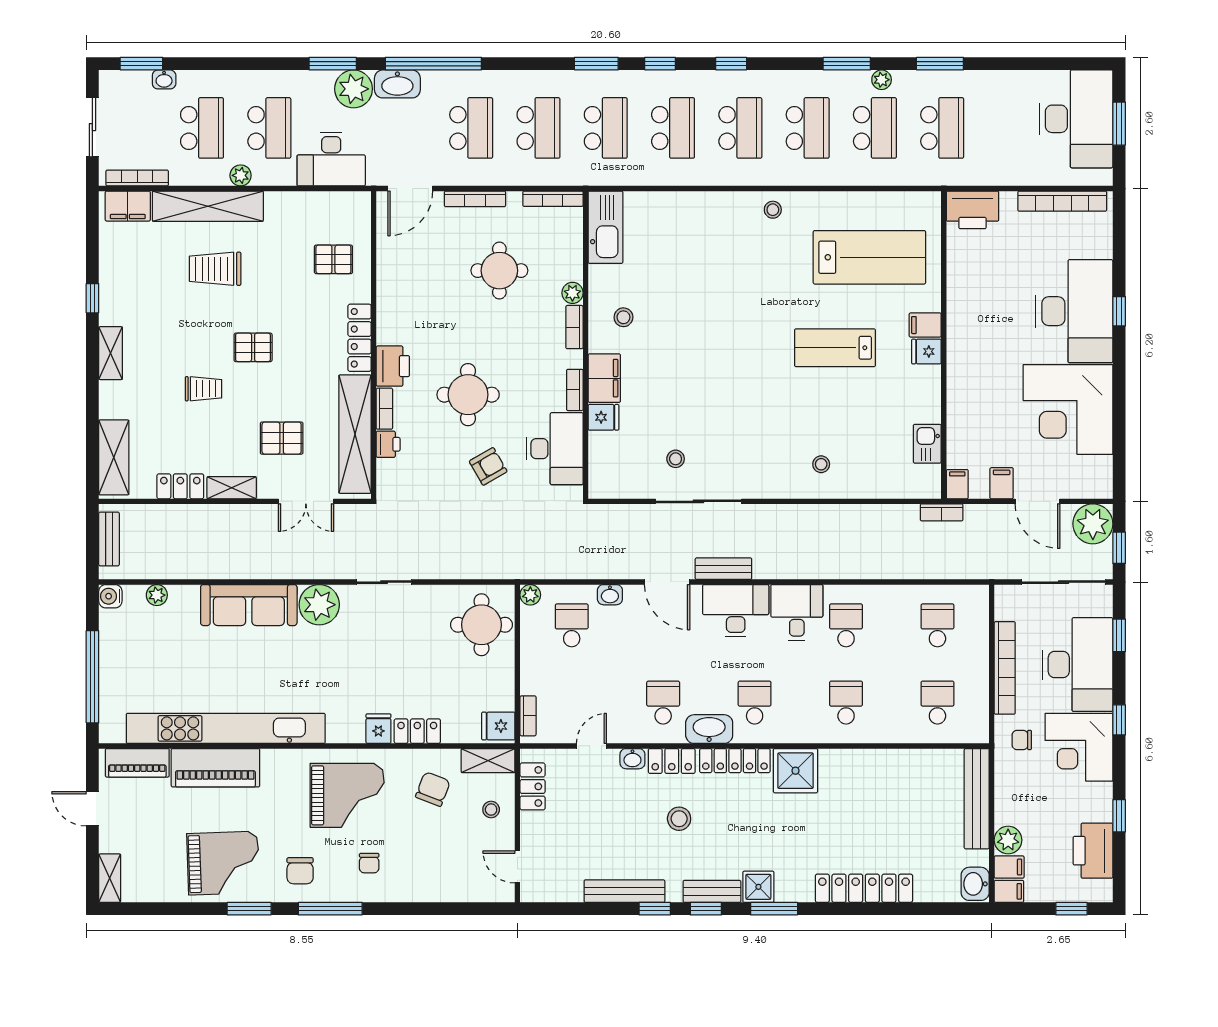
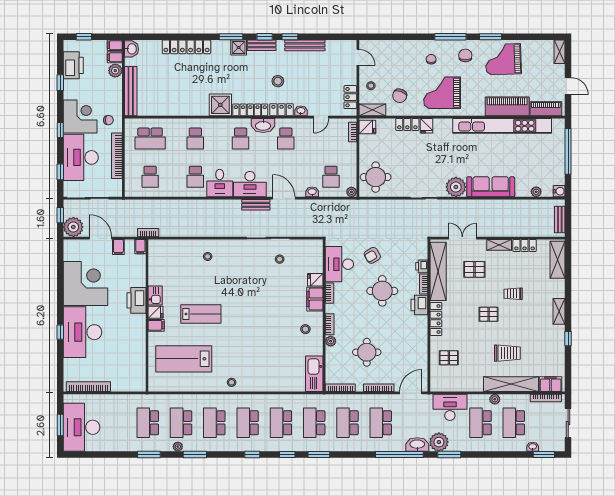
printer: (973, 210) -> (136, 300), moved, turned -90
kitchen sink: (927, 444) -> (155, 296), moved
school desk: (937, 703) -> (150, 139), width x1.85

